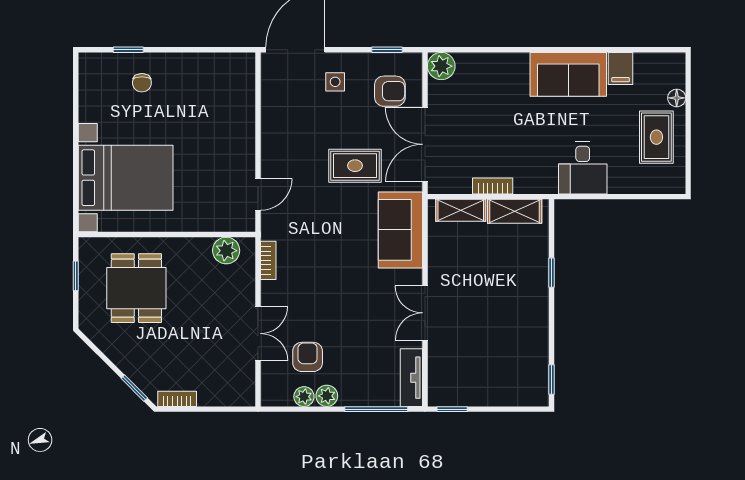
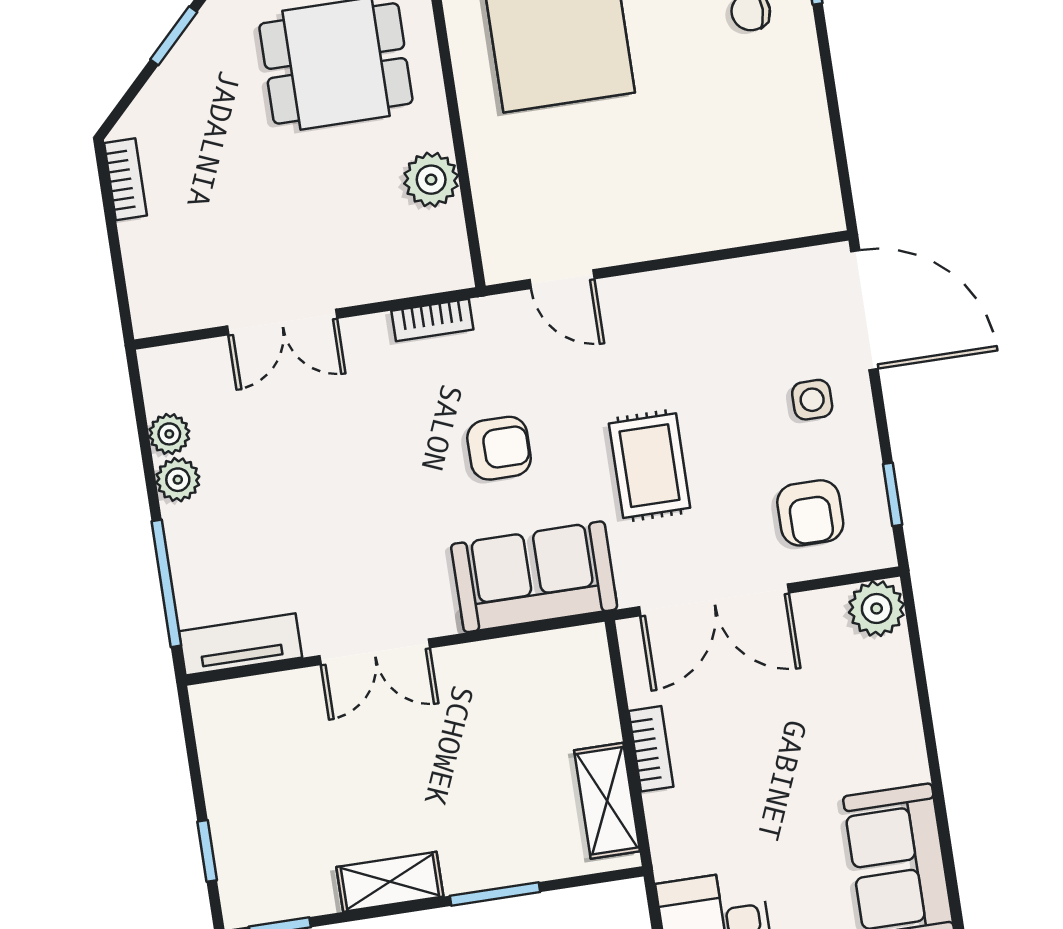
double door: (425, 144) -> (714, 600), swing flipped
shelving: (461, 210) -> (390, 882), moved, turned 90
plant: (226, 251) -> (431, 180), moved
window: (552, 273) -> (495, 894), width x1.50
double door: (425, 313) -> (375, 652), swing flipped
armchair: (308, 357) -> (499, 448), moved
window: (134, 388) -> (174, 36), moved
window: (452, 409) -> (207, 851), moved

